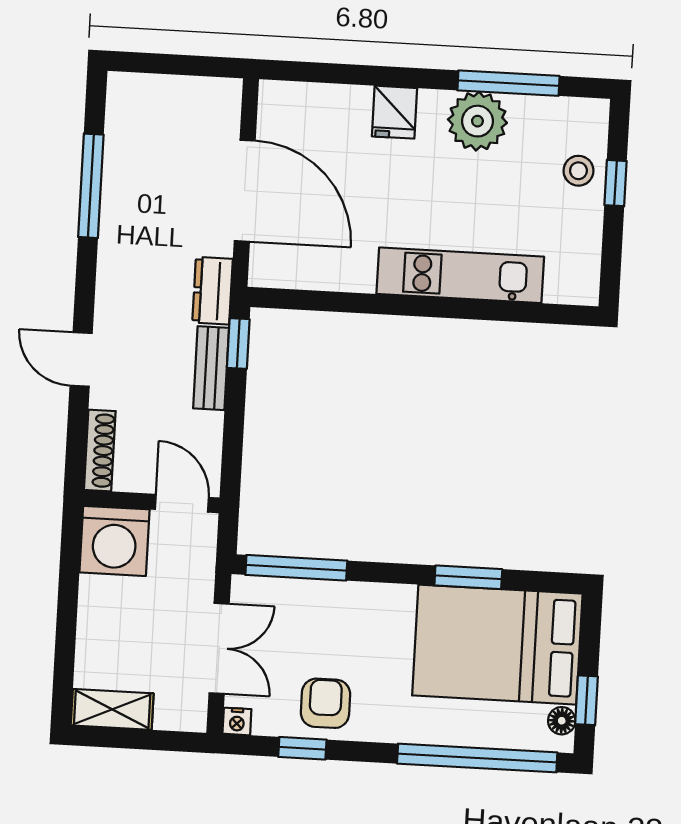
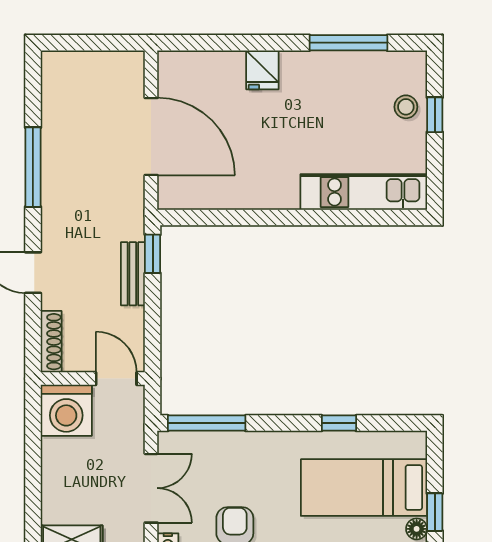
plant: (477, 121) -> (326, 73), removed
window: (91, 186) -> (33, 167), moved
kitchen unit: (460, 275) -> (364, 192), moved
dresser: (213, 291) -> (131, 214), removed
window: (468, 577) -> (339, 423), width x0.67
bed: (497, 645) -> (364, 488), width x0.67

